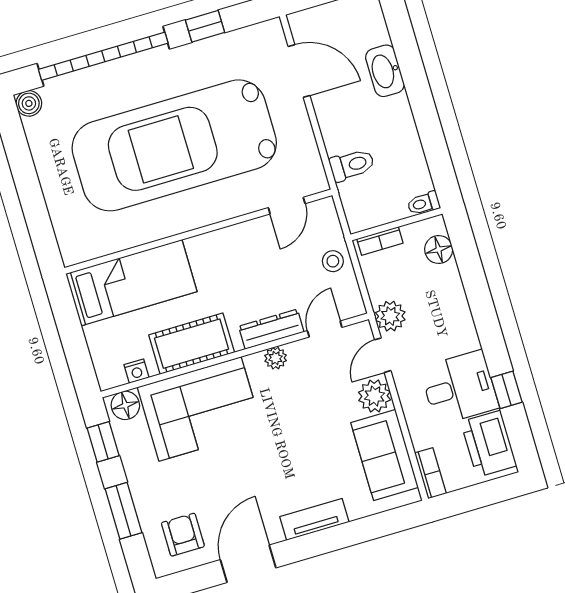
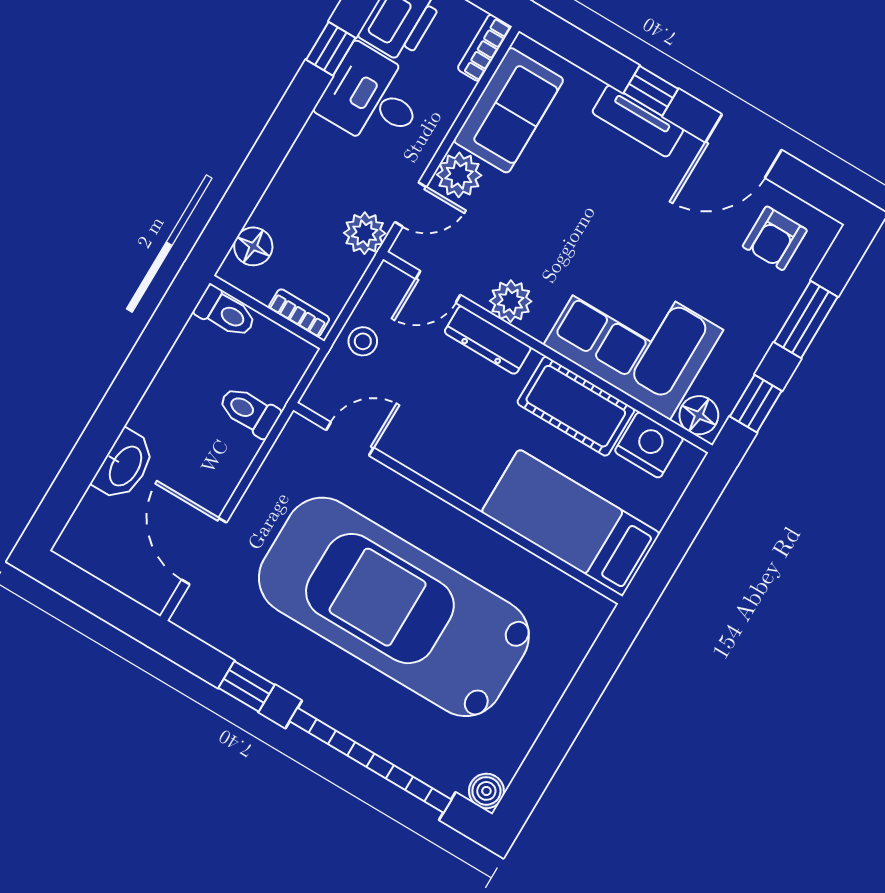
car: (174, 145) -> (394, 607), turned 180
toilet: (424, 203) -> (226, 312), width x1.37, depth x1.39
plant: (276, 358) -> (511, 301), width x1.38, depth x1.38
nightstand: (136, 371) -> (649, 445), width x1.89, depth x1.79
window: (324, 541) -> (651, 91), added

